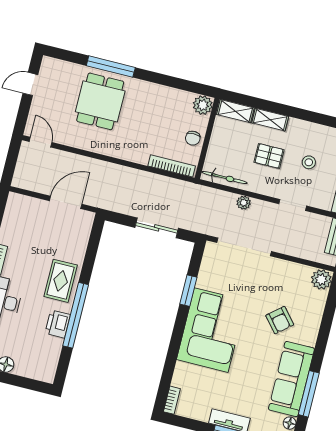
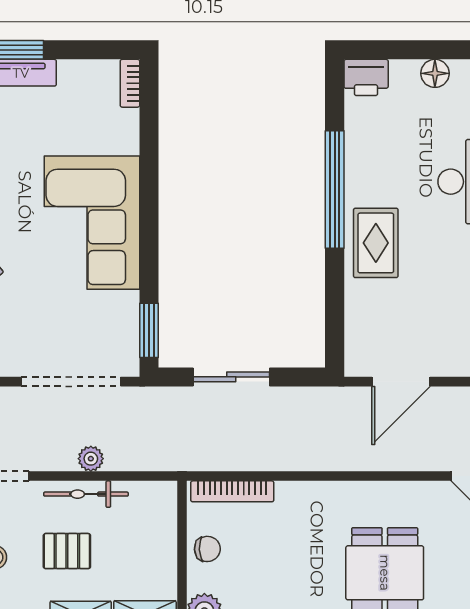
chair: (193, 138) -> (207, 549), turned 87
bicycle: (224, 178) -> (86, 494), moved
window: (188, 291) -> (149, 330), moved
printer: (58, 324) -> (366, 77), moved, turned 90

